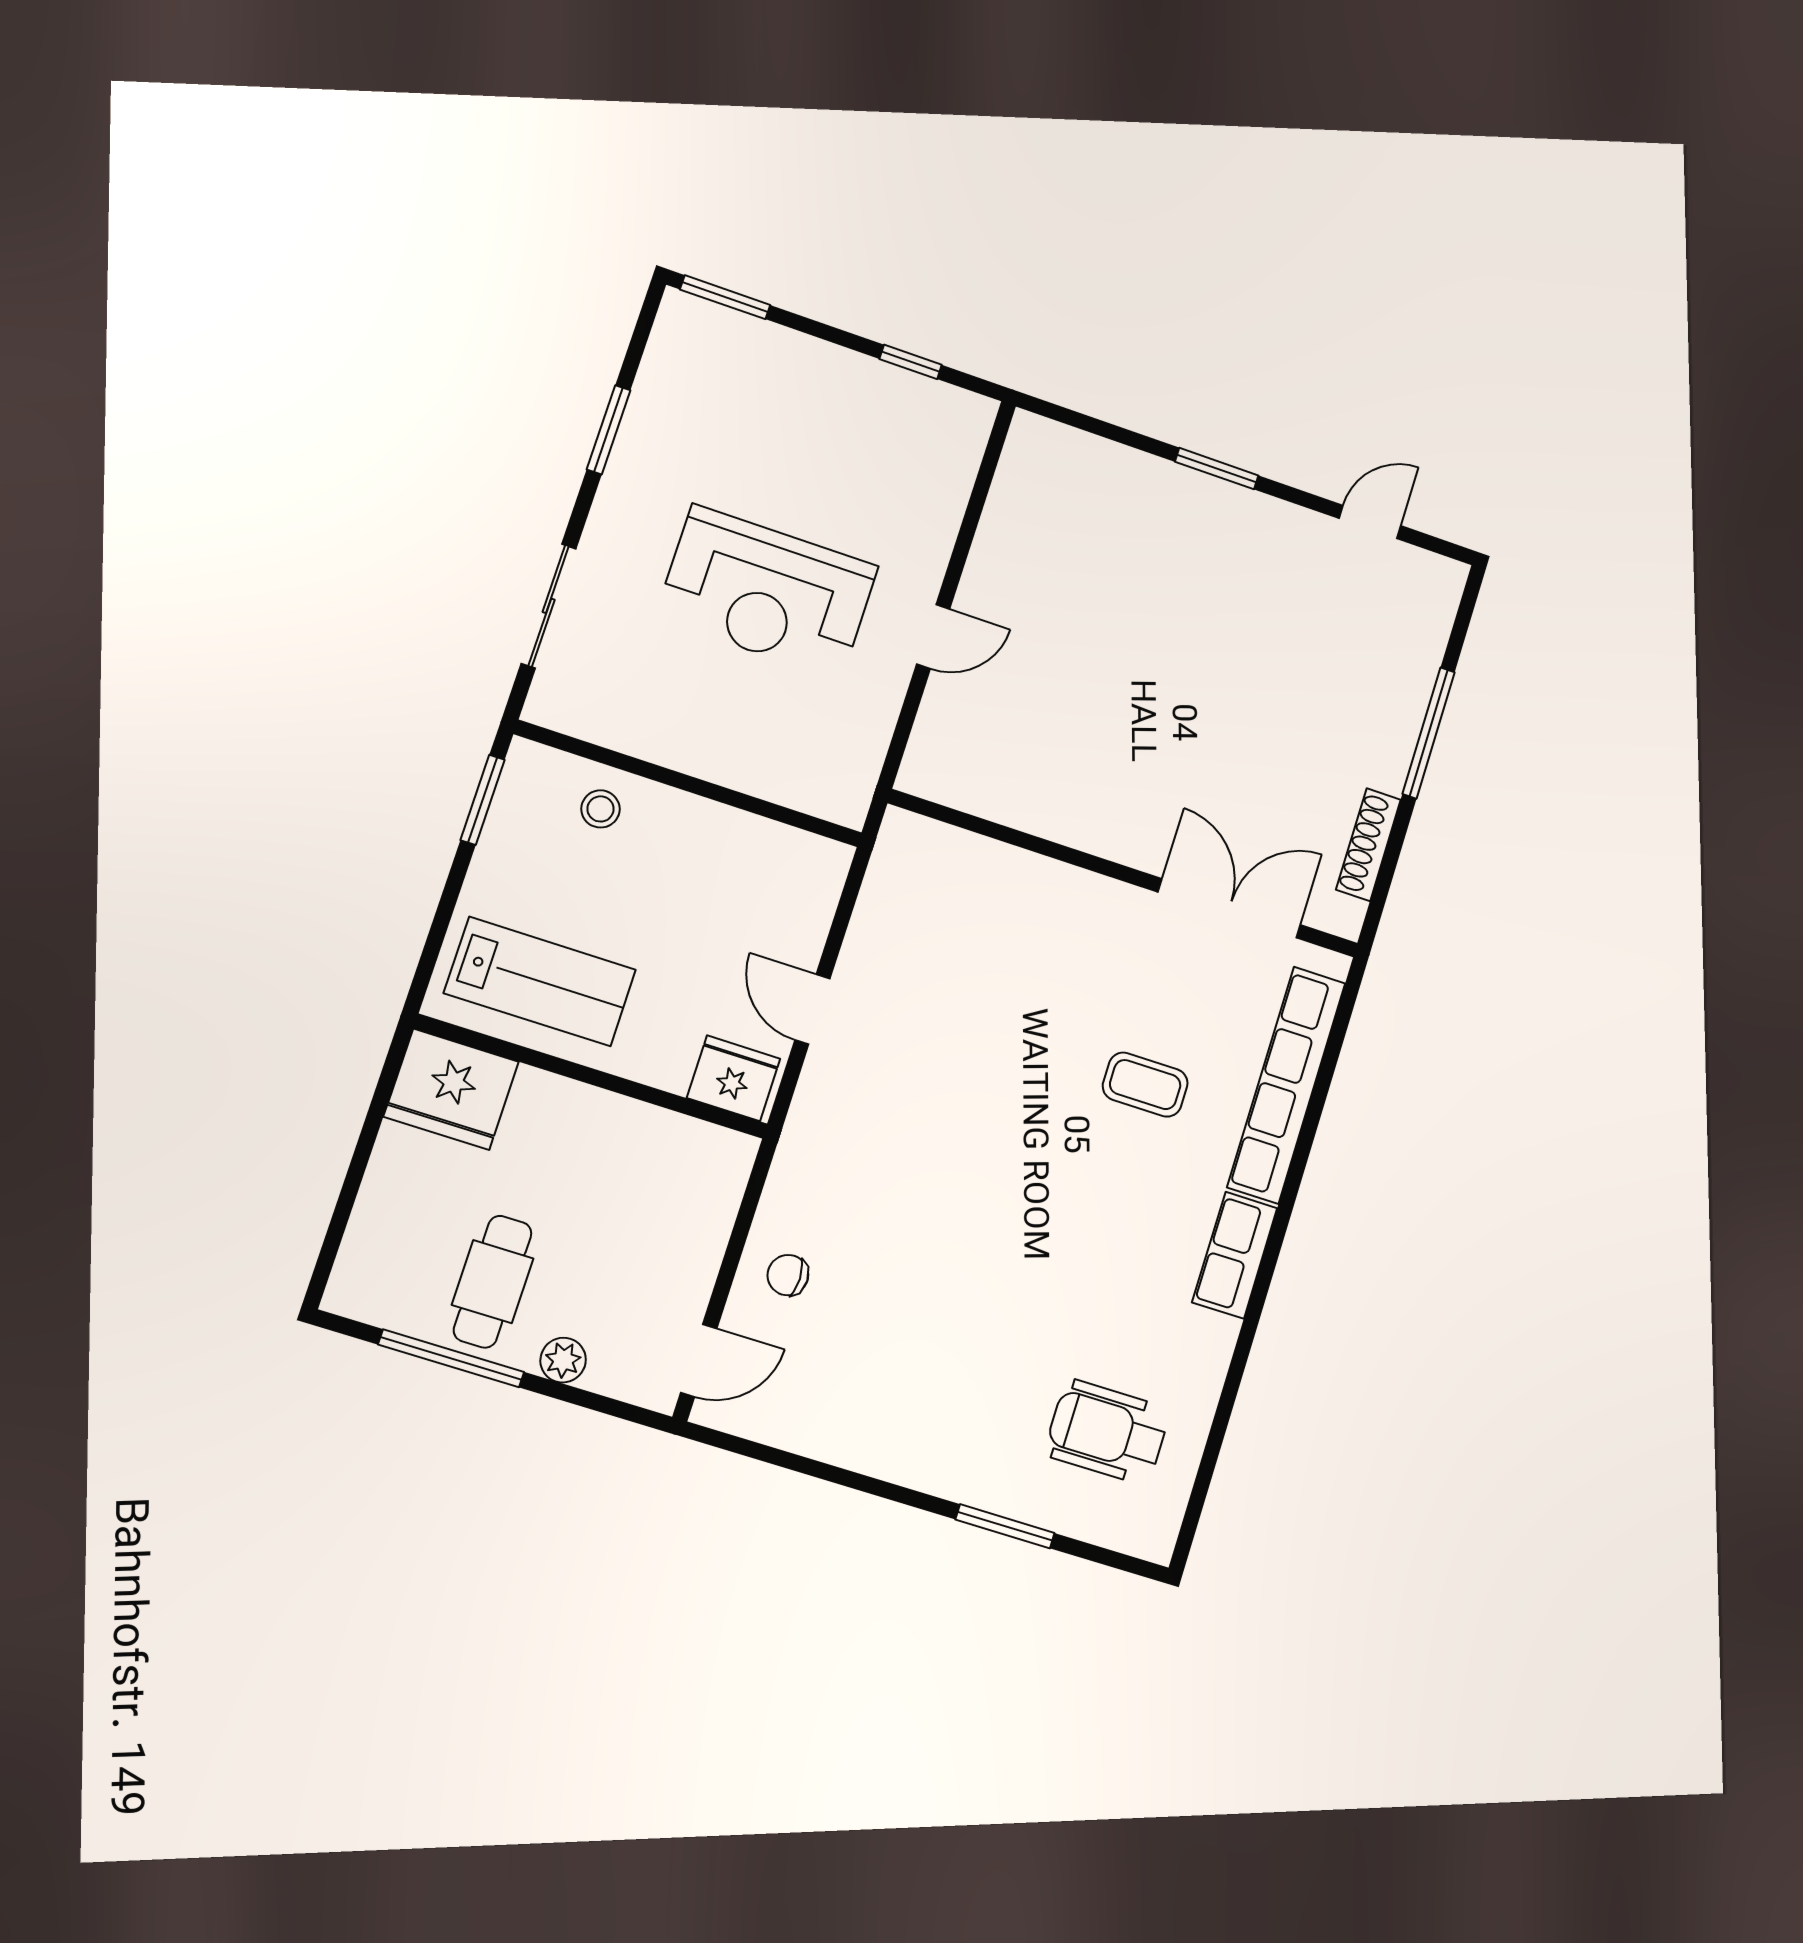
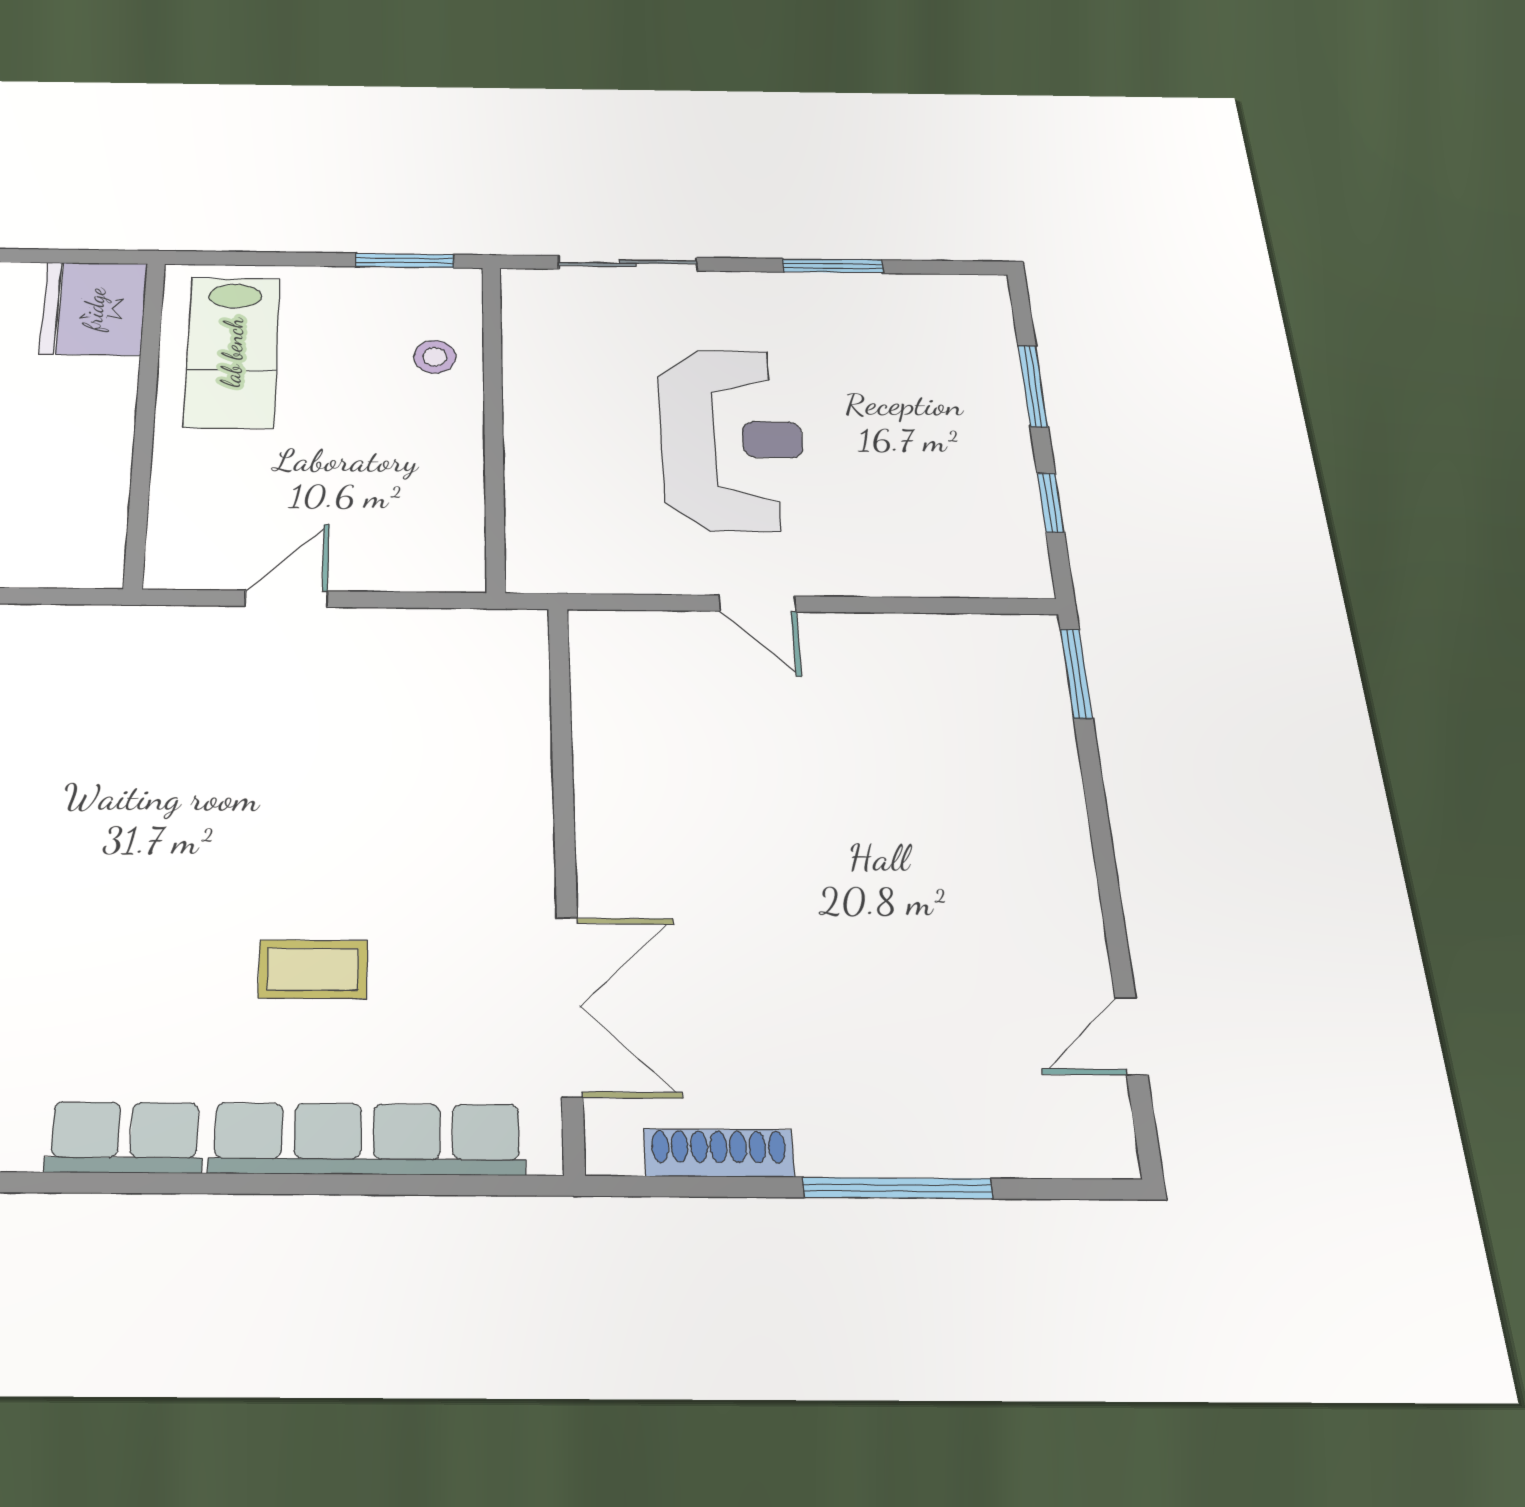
window: (725, 297) -> (1033, 386), moved
window: (1217, 469) -> (1076, 674), moved
door: (1370, 522) -> (1131, 1036), swing flipped
reception desk: (767, 592) -> (732, 439), turned 180
fridge: (734, 1078) -> (183, 545), removed
coffee table: (1145, 1085) -> (313, 969), turned 90

